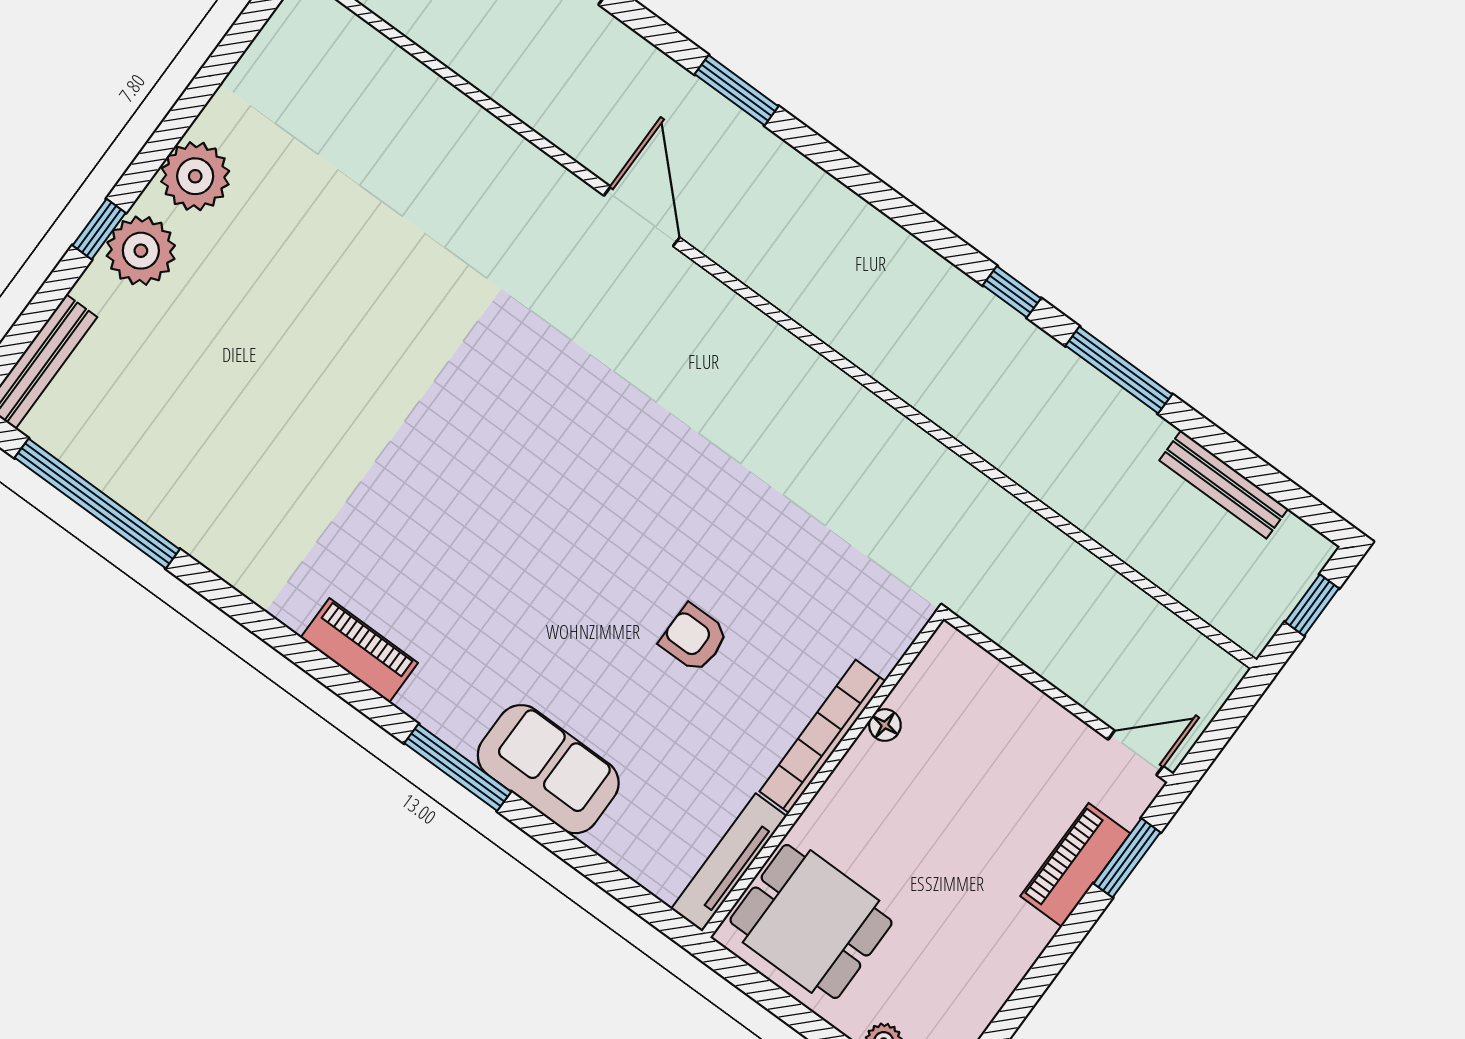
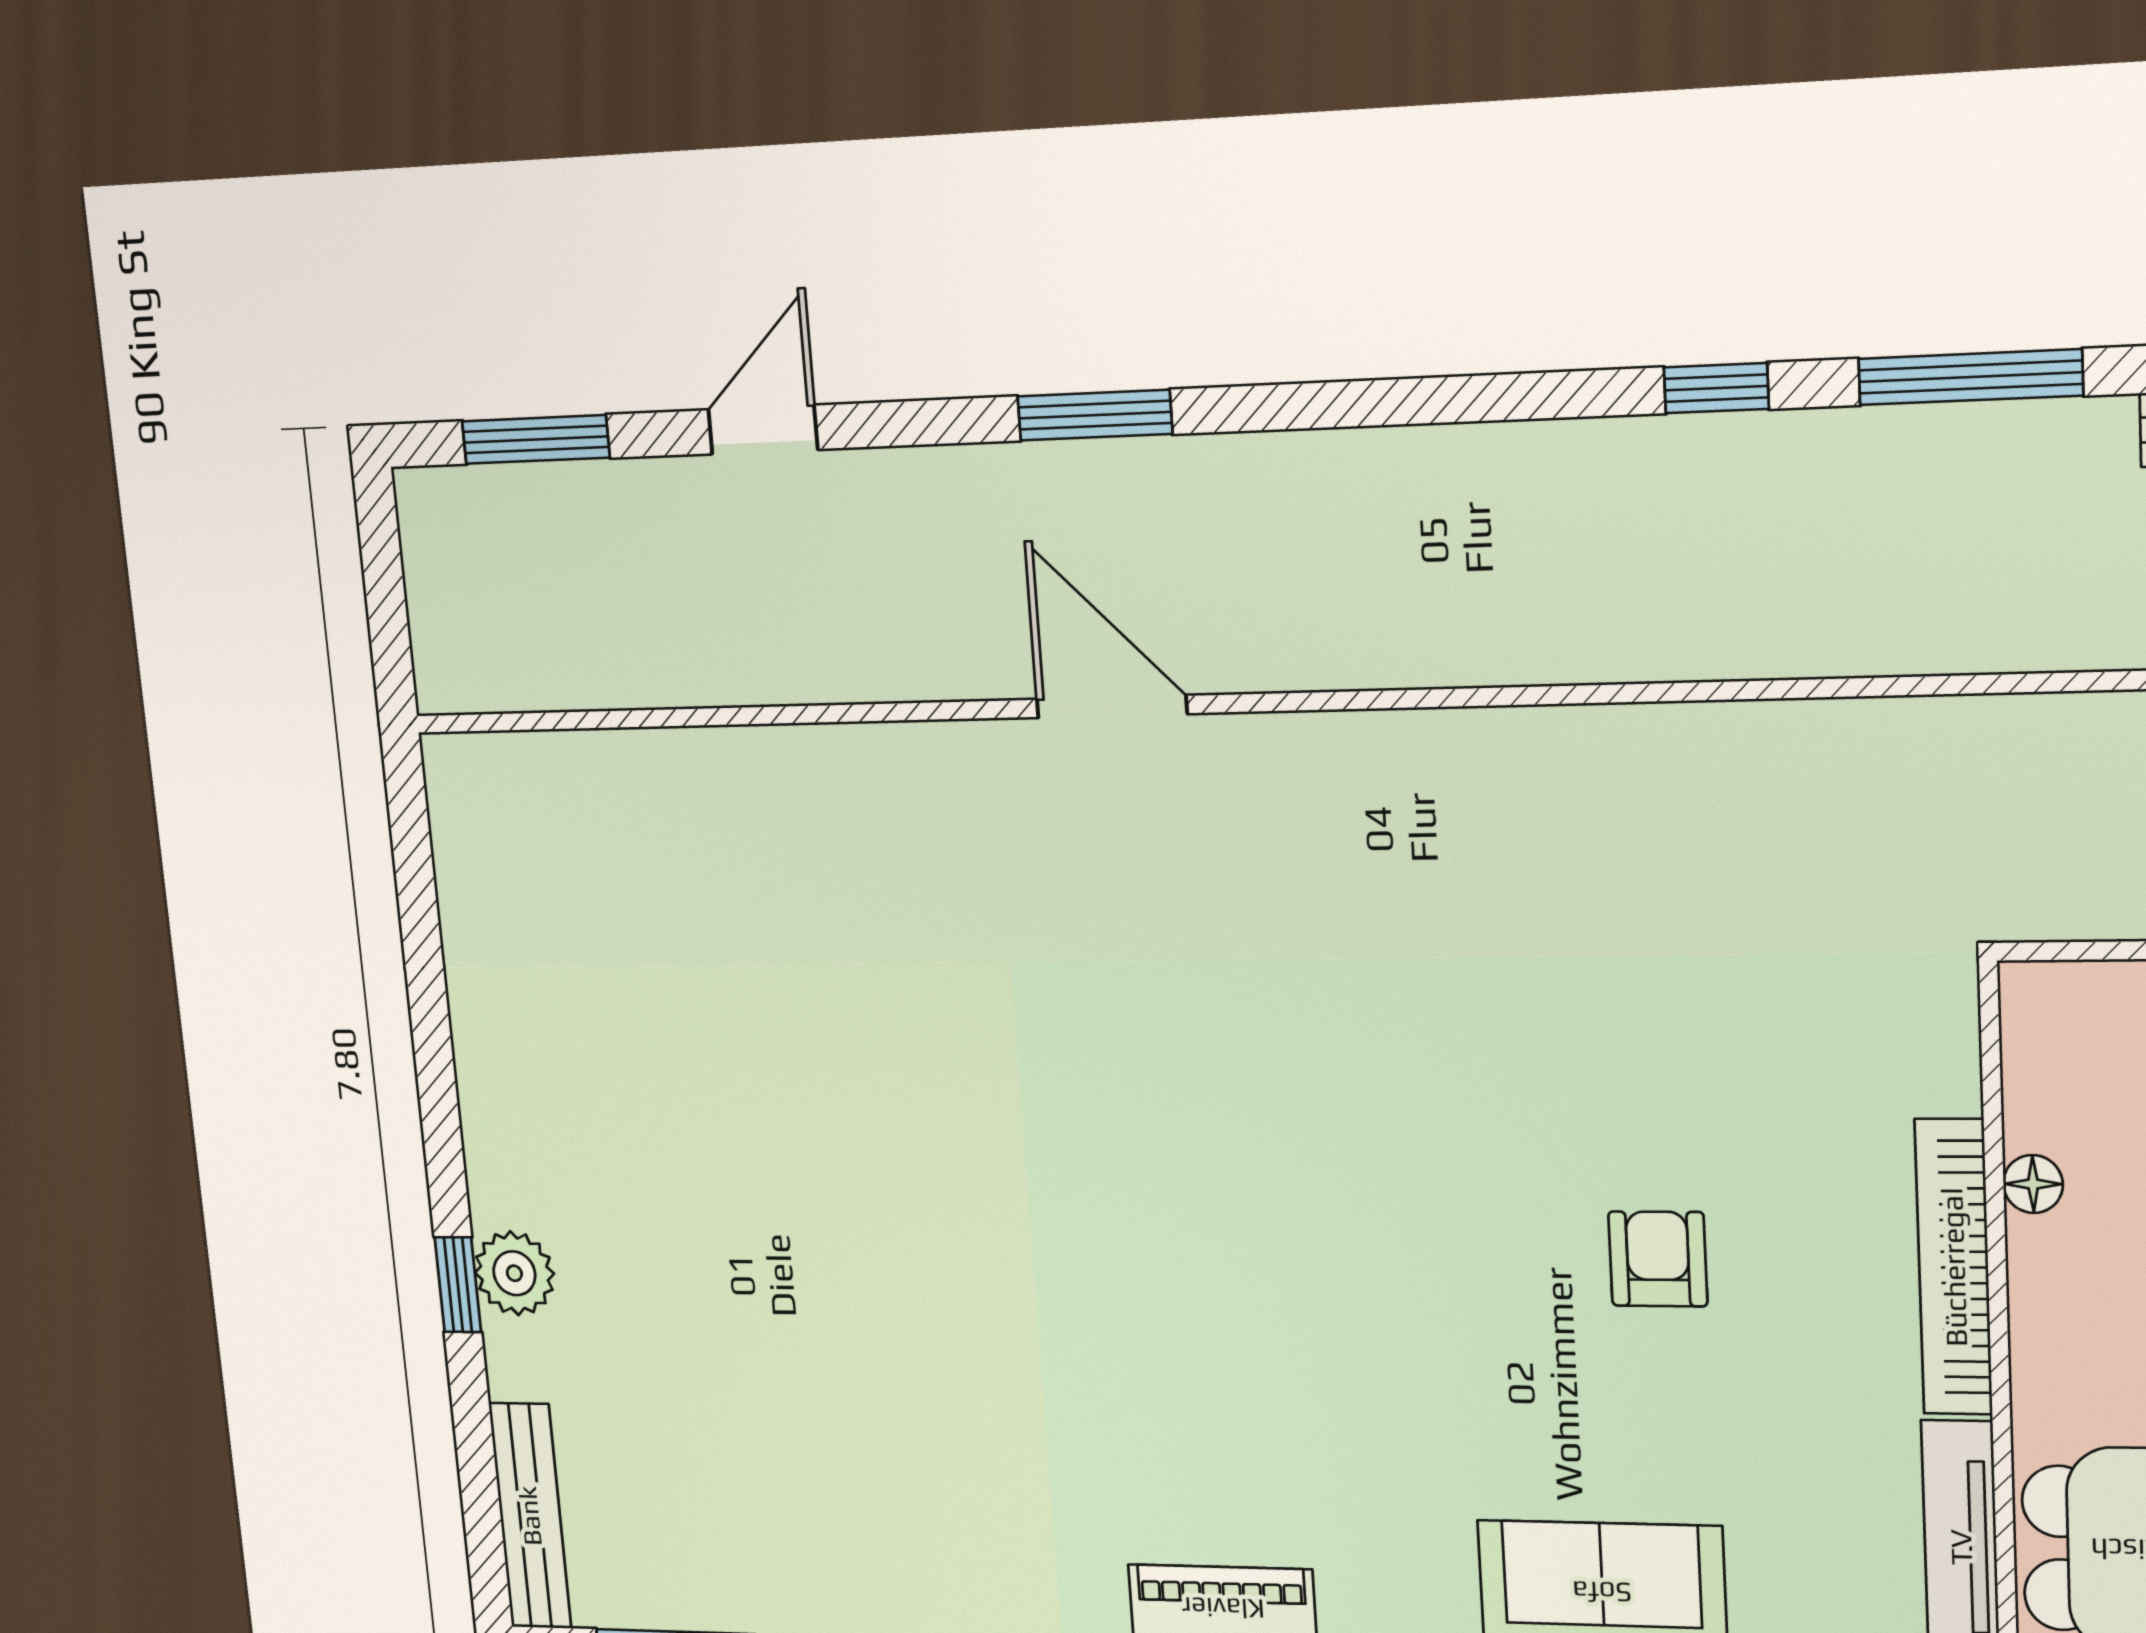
plant: (195, 176) -> (513, 1120), removed
plant: (141, 251) -> (514, 1273), width x0.73, depth x0.73
armchair: (694, 638) -> (1658, 1259), turned 90

